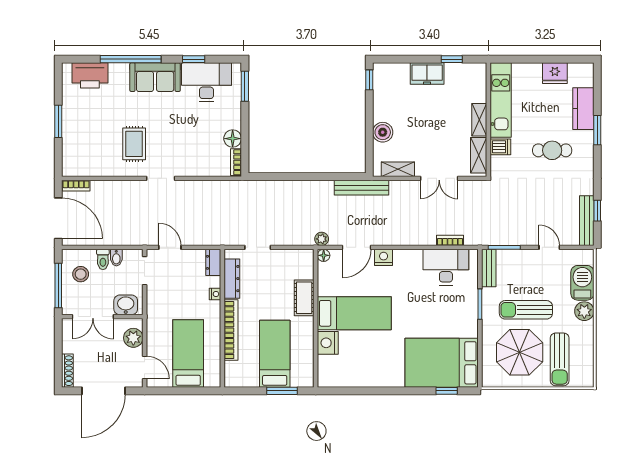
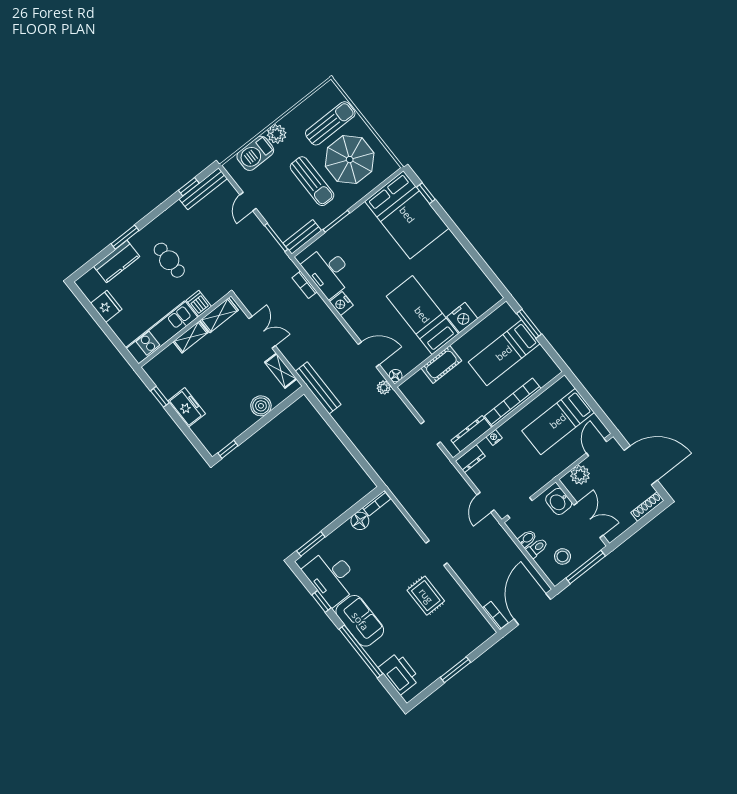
rug: (134, 144) -> (426, 596), turned 90
nightstand: (384, 257) -> (341, 304), moved

